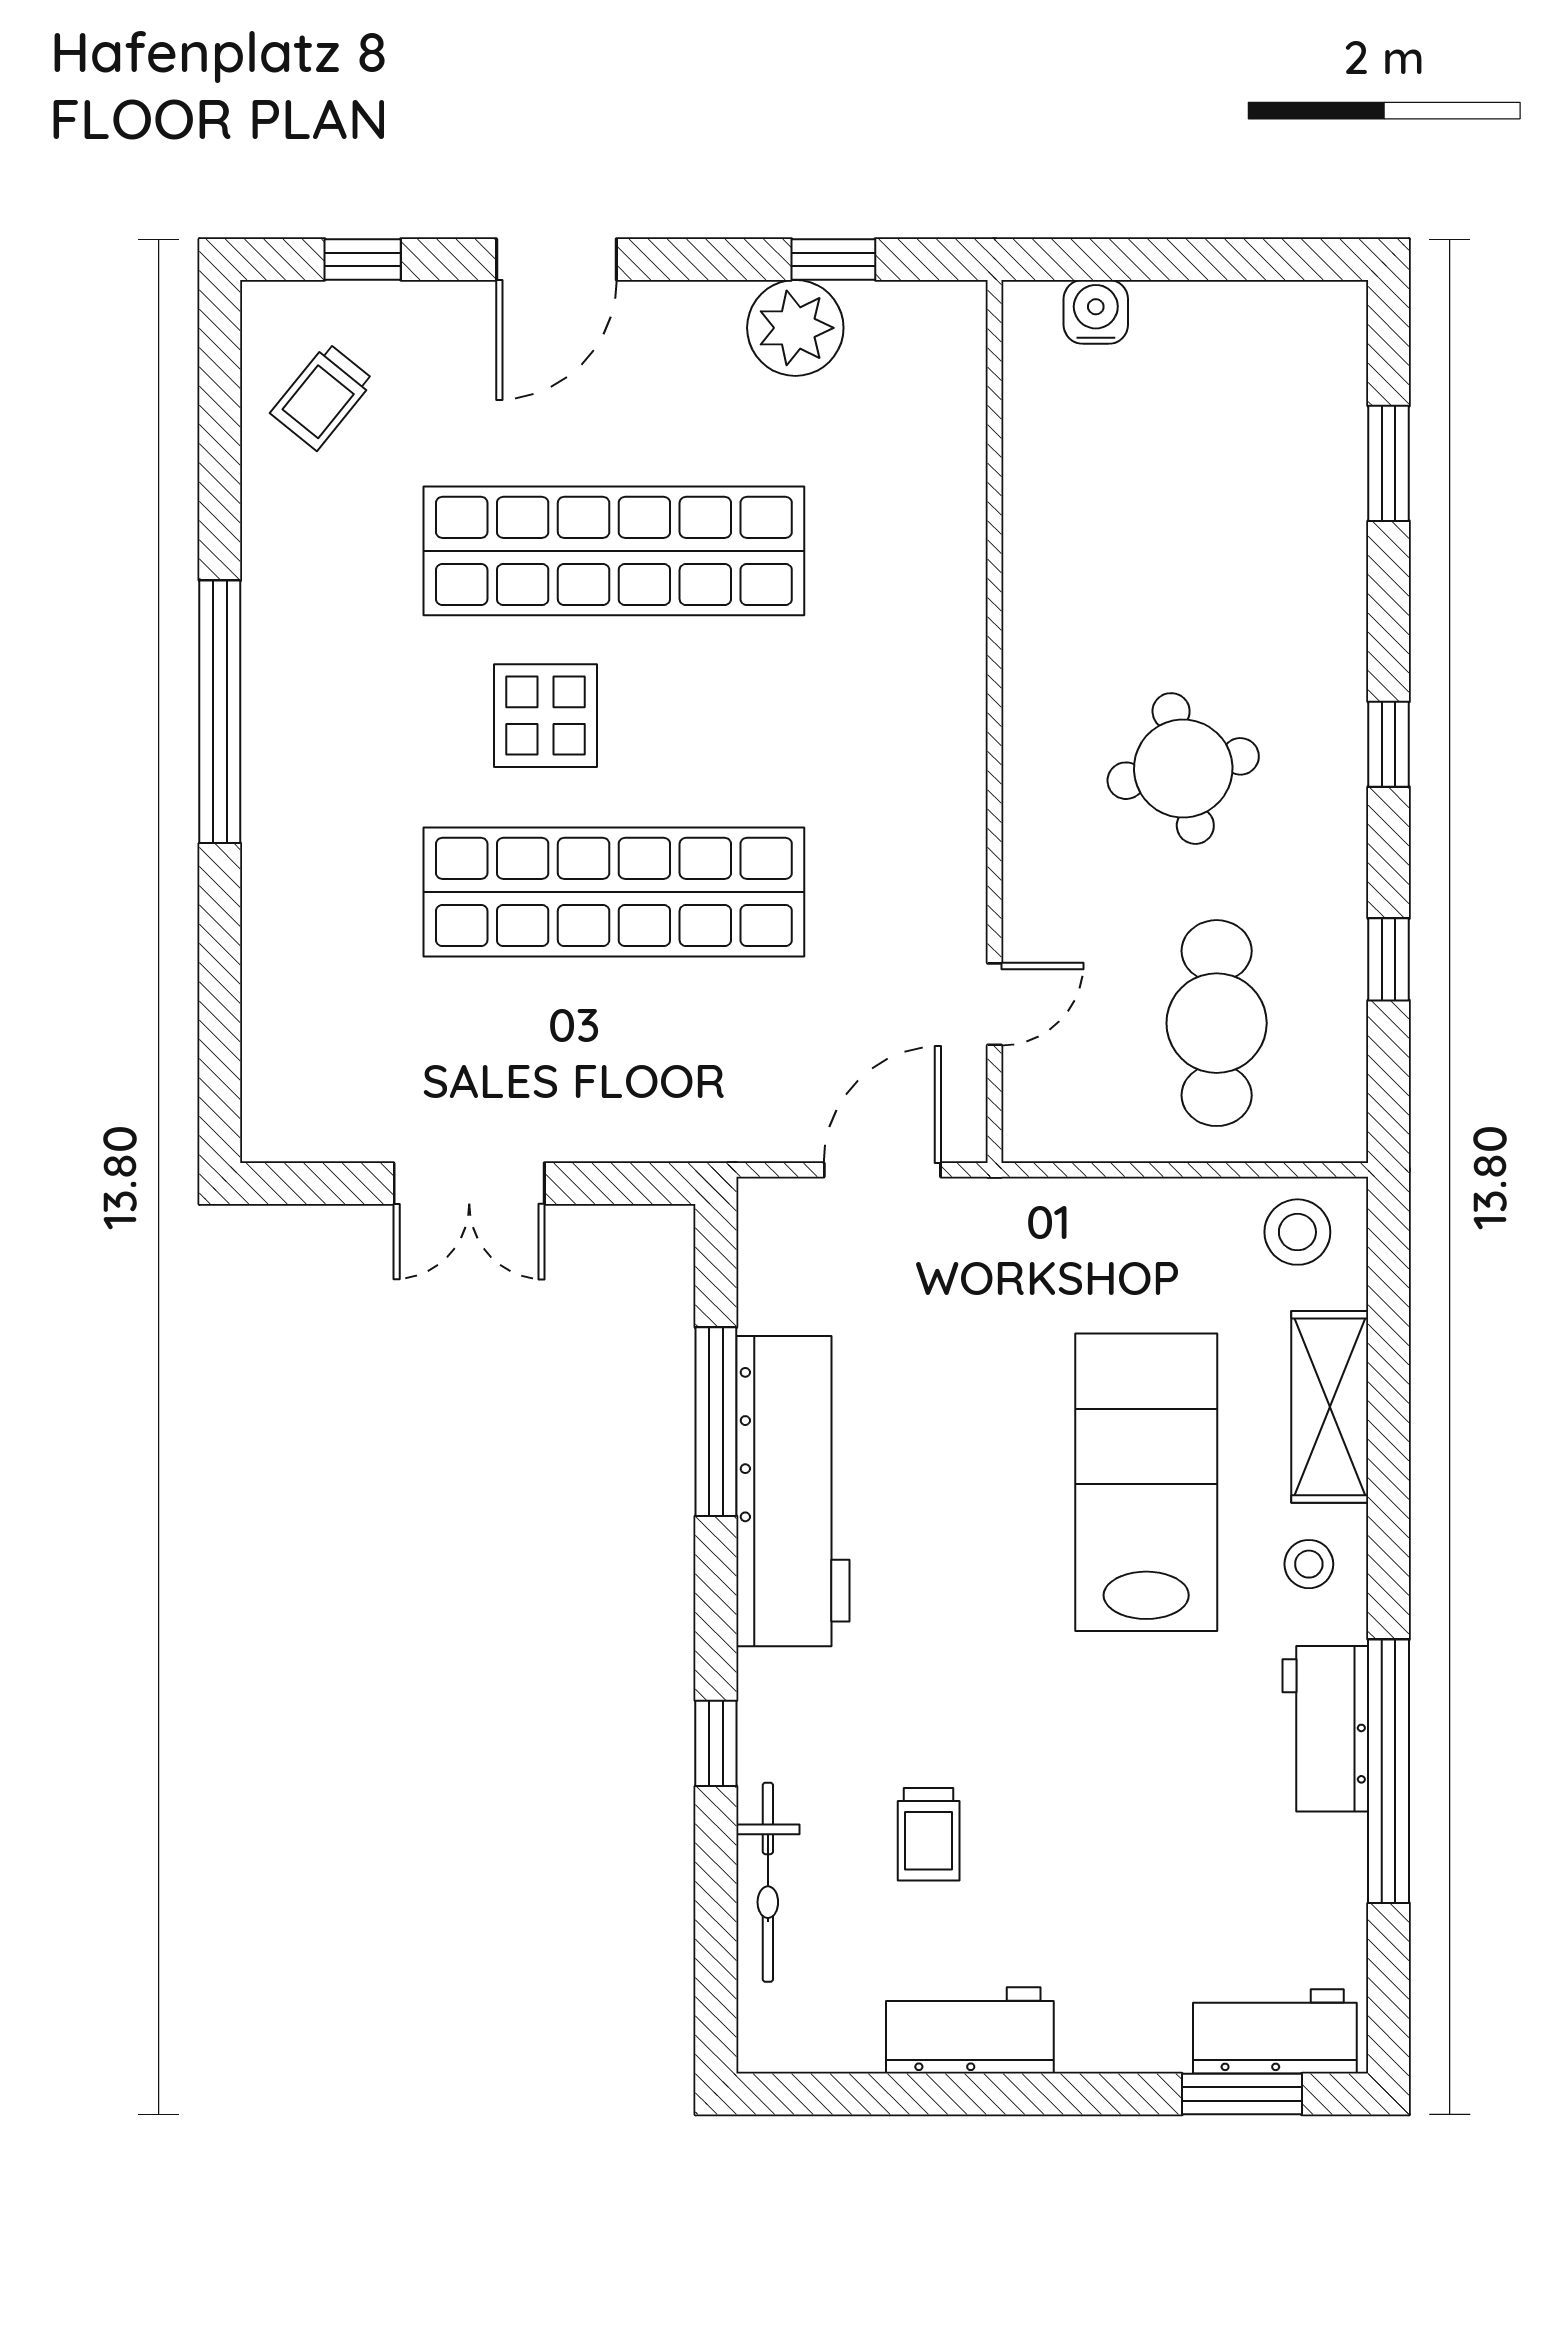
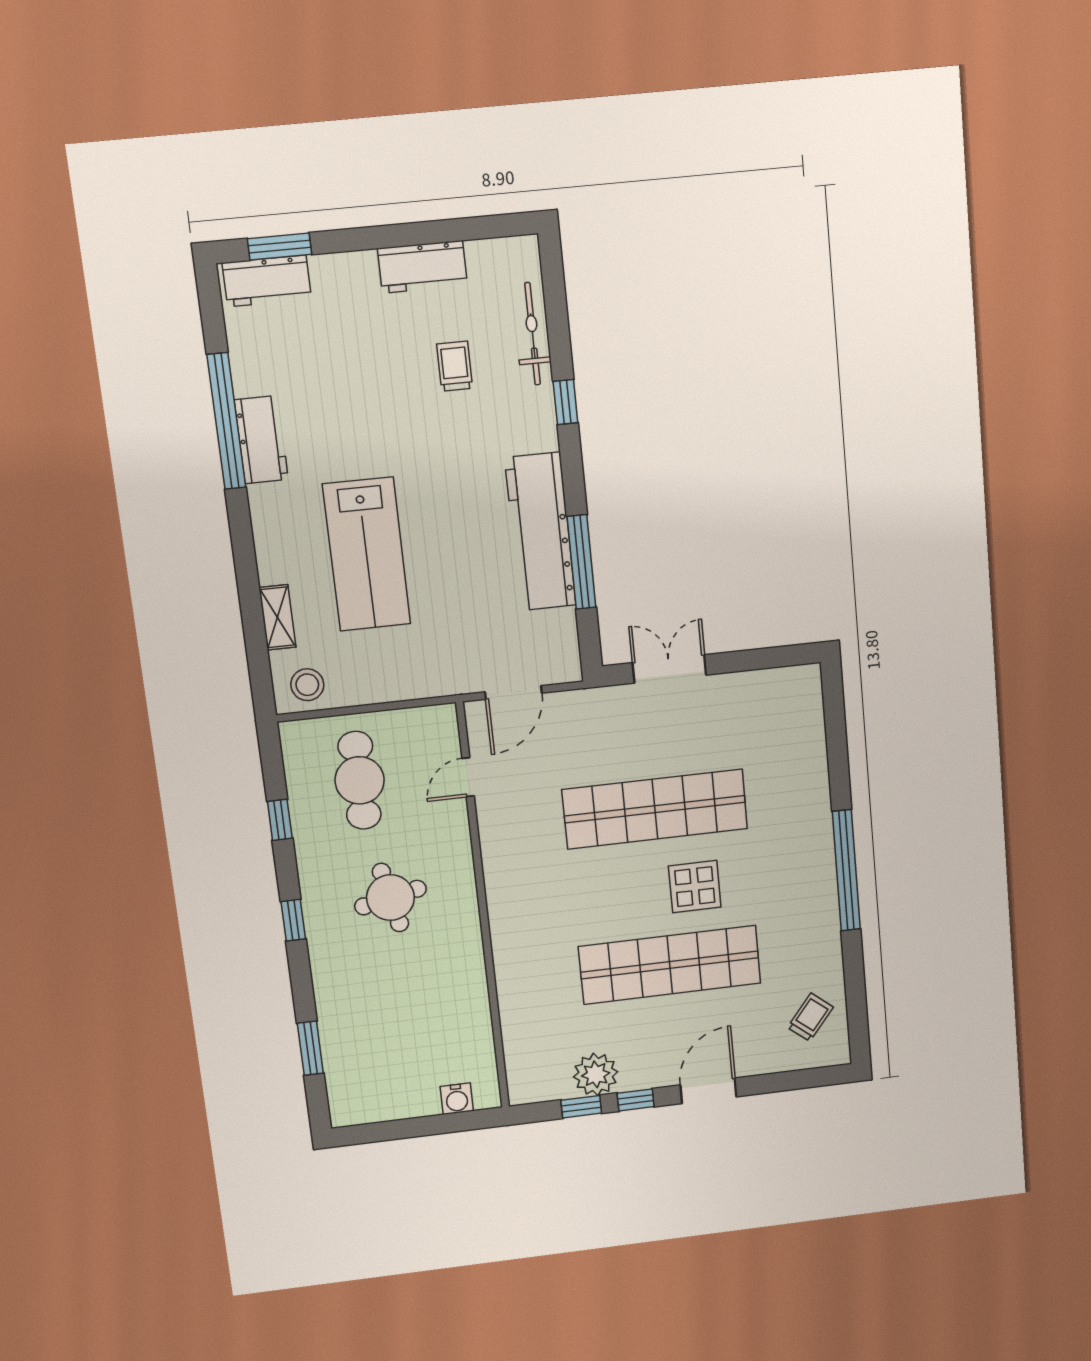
window: (363, 259) -> (636, 1100), moved
double door: (469, 1184) -> (669, 669), moved
shelving: (1330, 1407) -> (277, 617), width x0.67, depth x0.75
stool: (1309, 1564) -> (280, 522), removed

